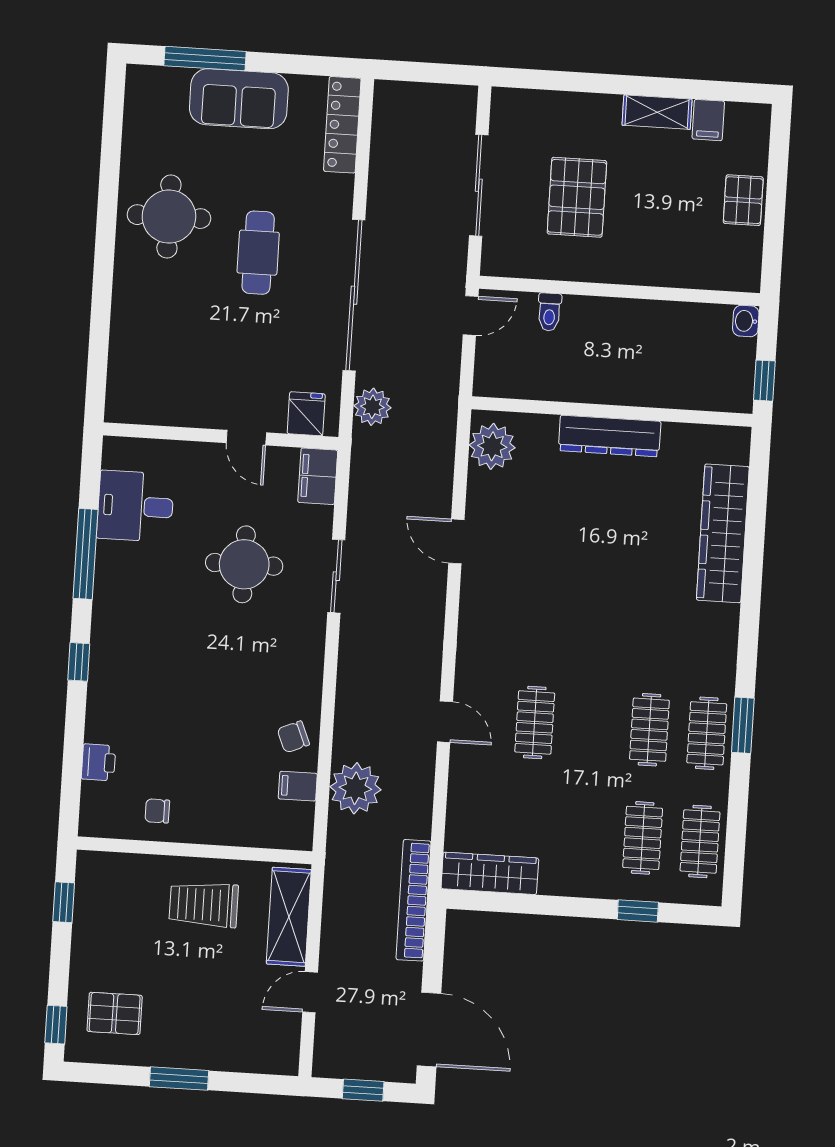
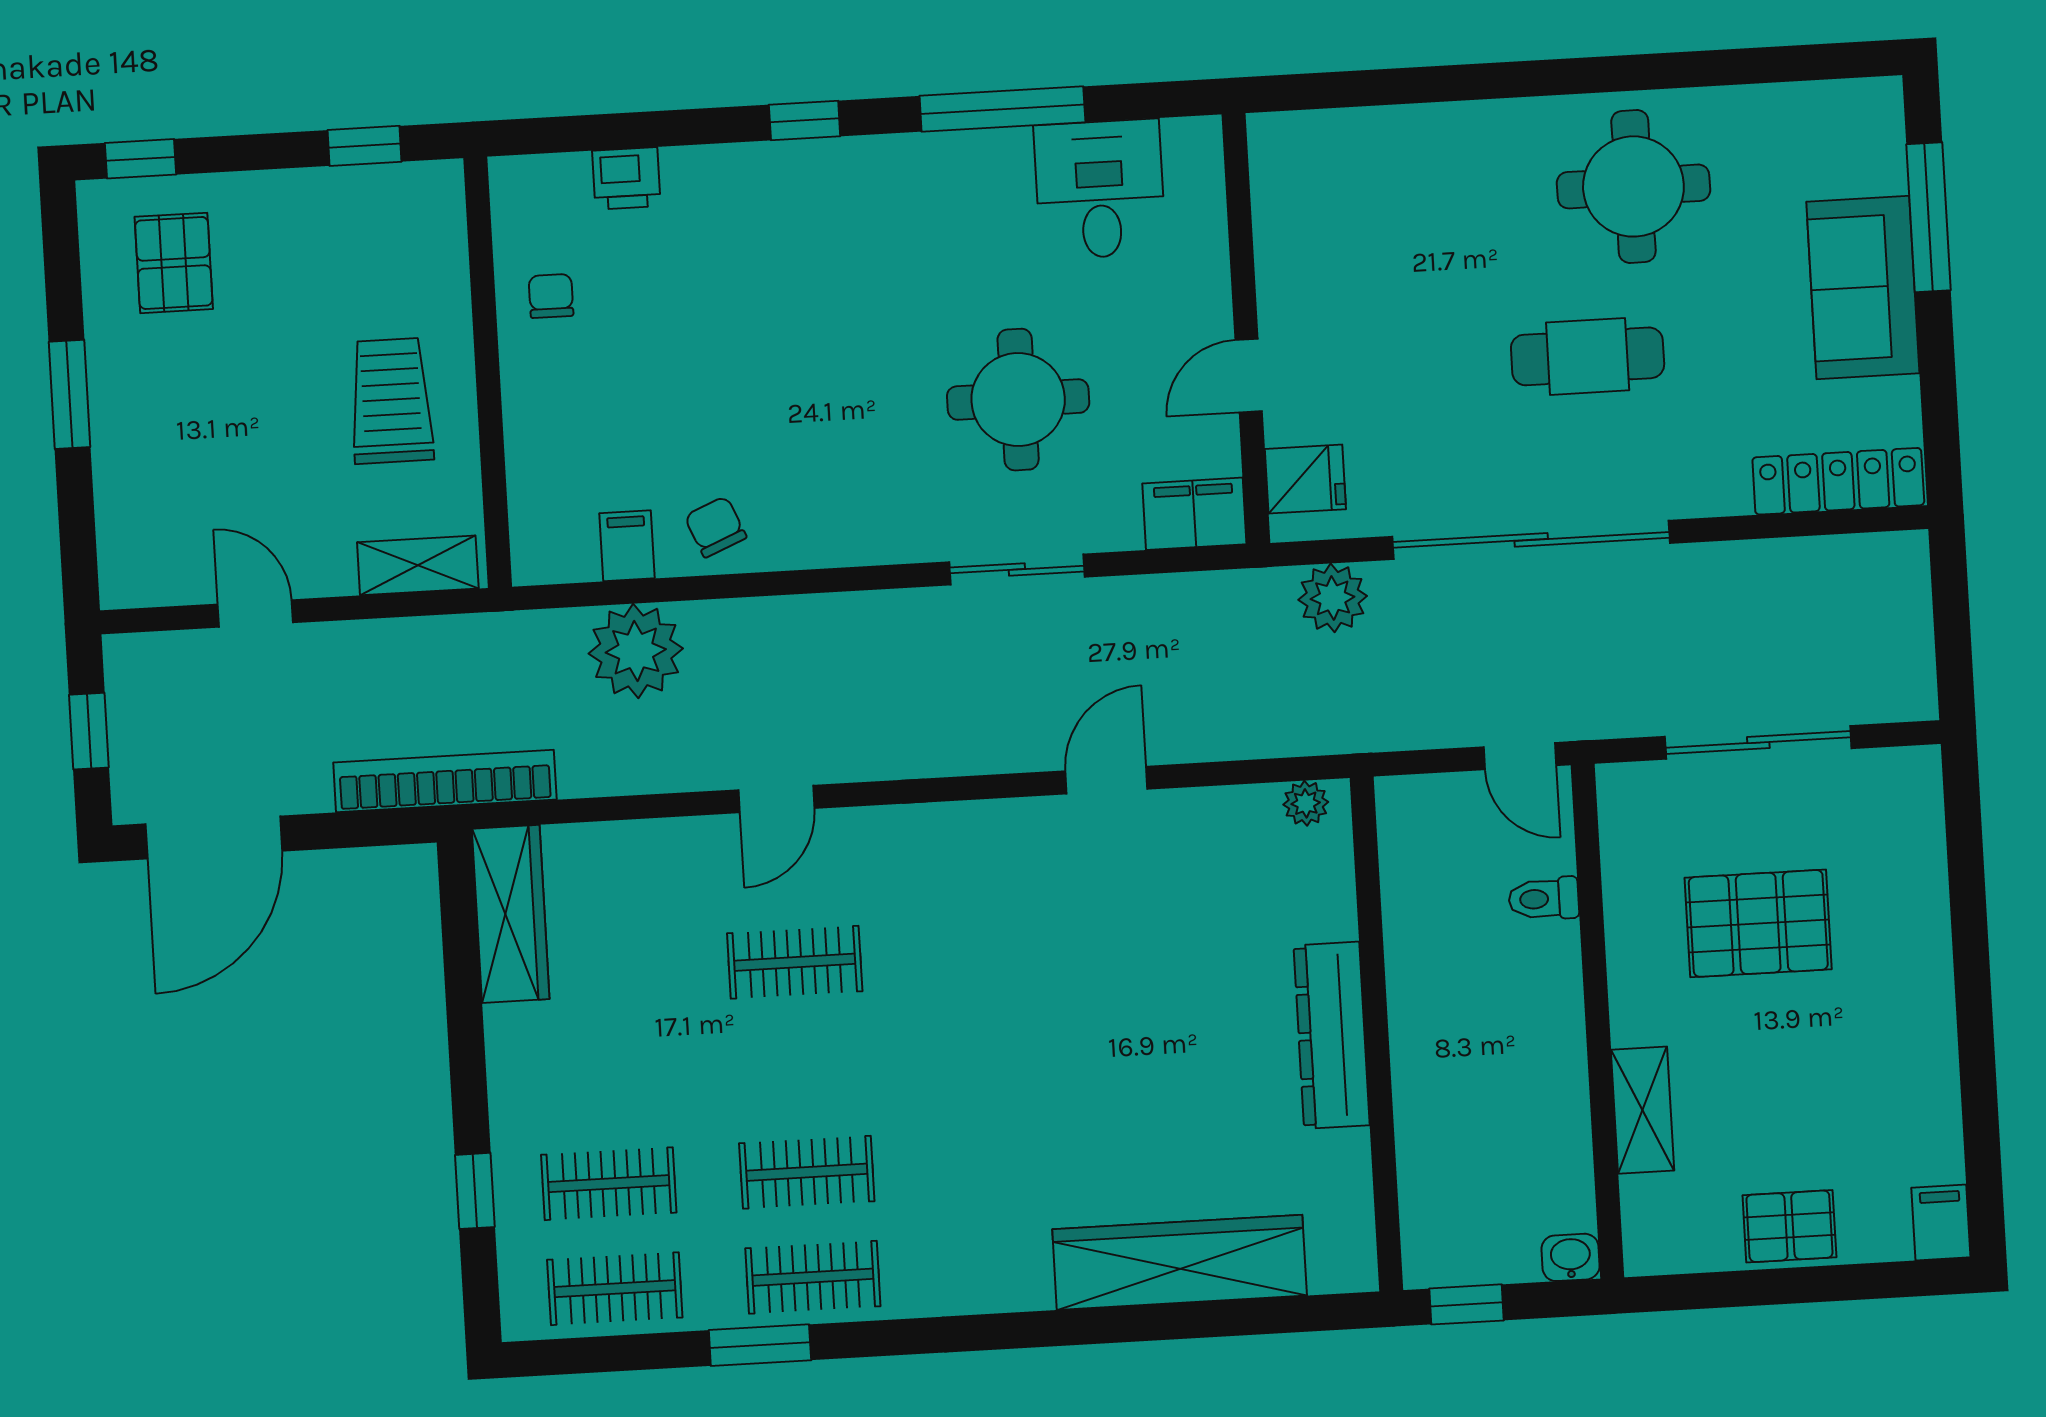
shelving: (657, 112) -> (1643, 1110), moved
filing cabinet: (708, 120) -> (1941, 1222), moved, turned 90
plant: (492, 446) -> (1306, 803), width x0.53, depth x0.53
window: (743, 725) -> (760, 1345), moved
shelving: (289, 917) -> (418, 565), width x0.67, depth x0.75

